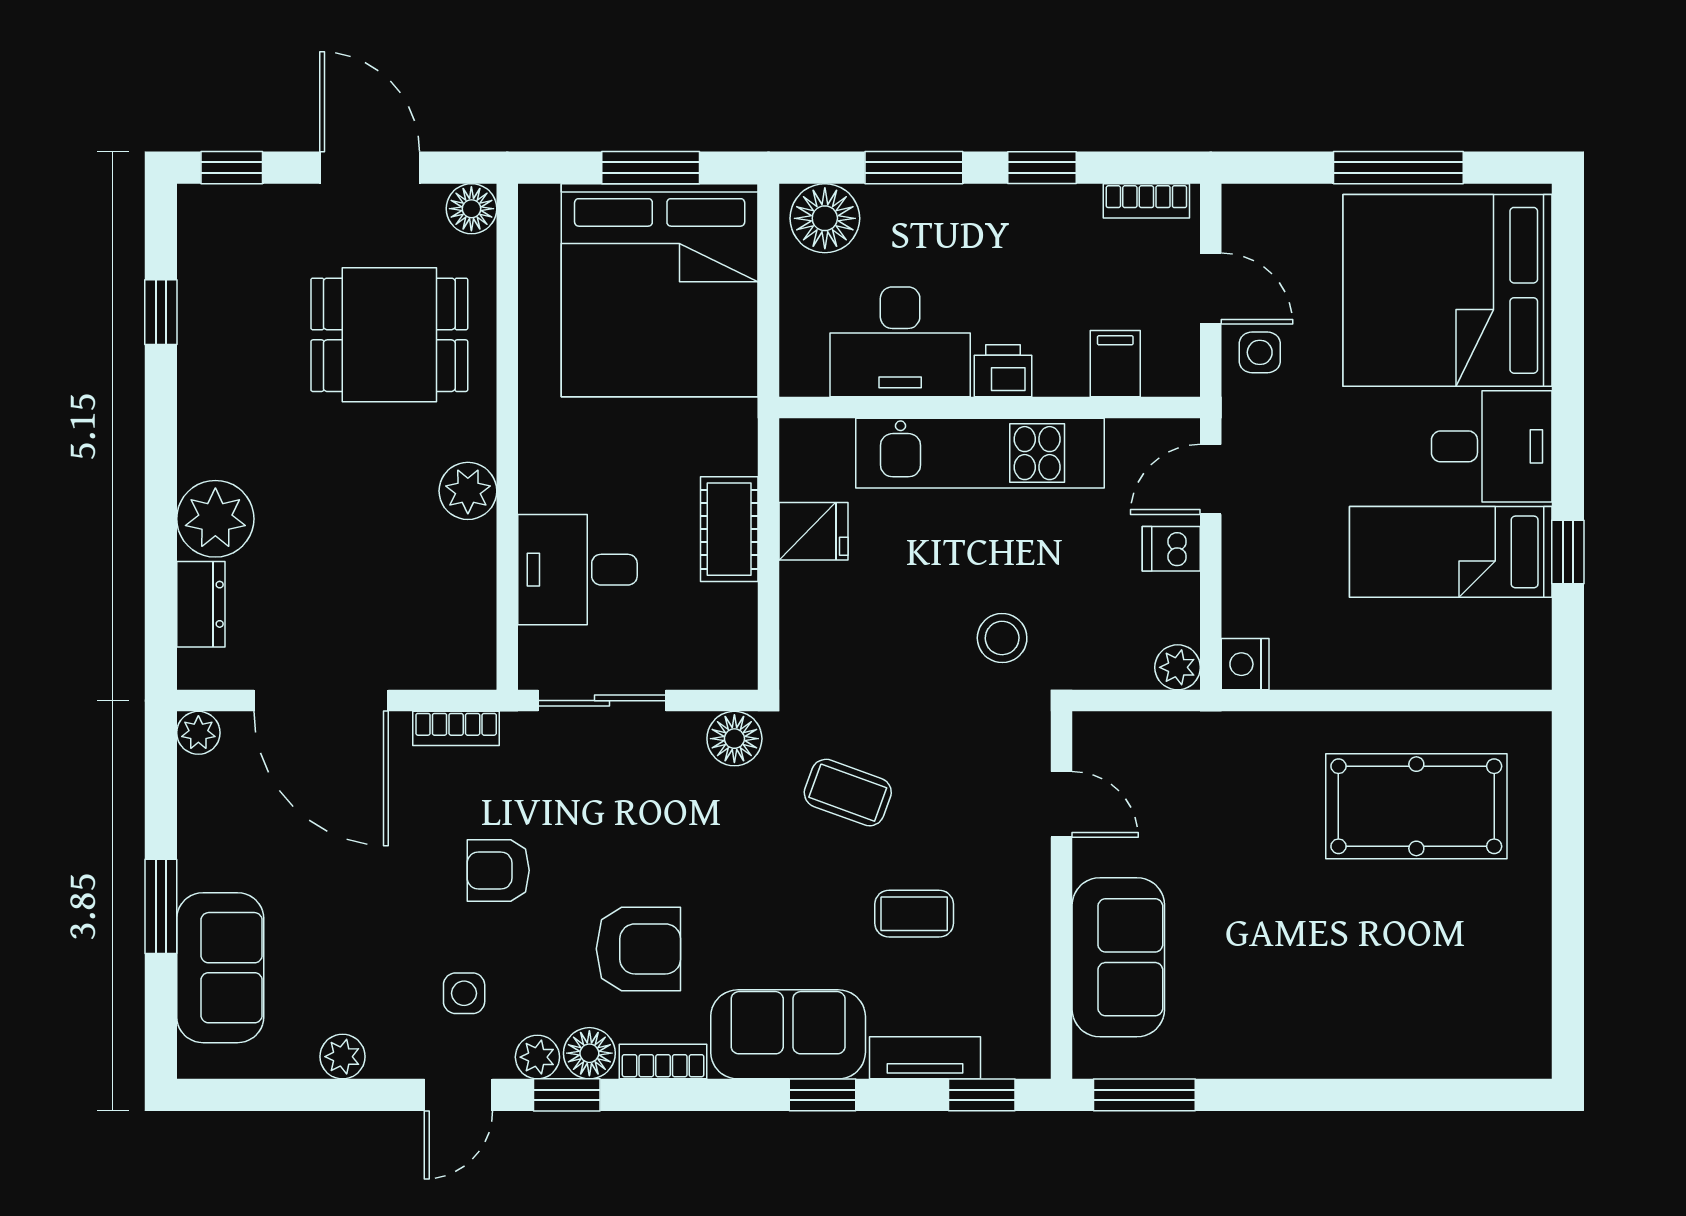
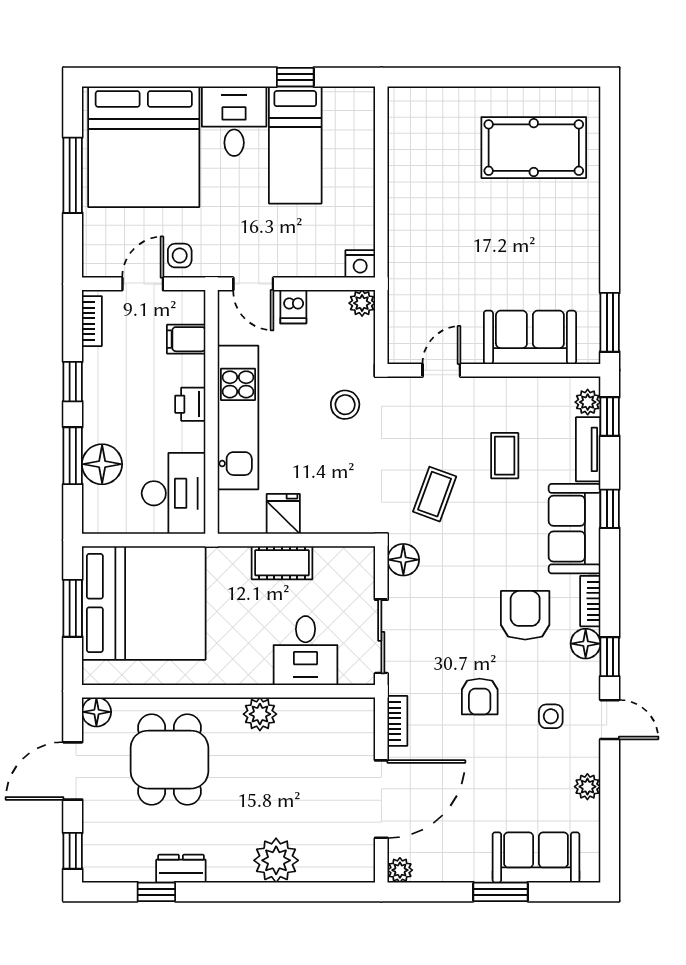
floor lamp: (825, 218) -> (102, 464), moved
desk: (900, 342) -> (174, 493), moved
dresser: (201, 604) -> (181, 869), moved
pool table: (1416, 806) -> (534, 148), moved, turned 90
plant: (537, 1057) -> (588, 402), moved

